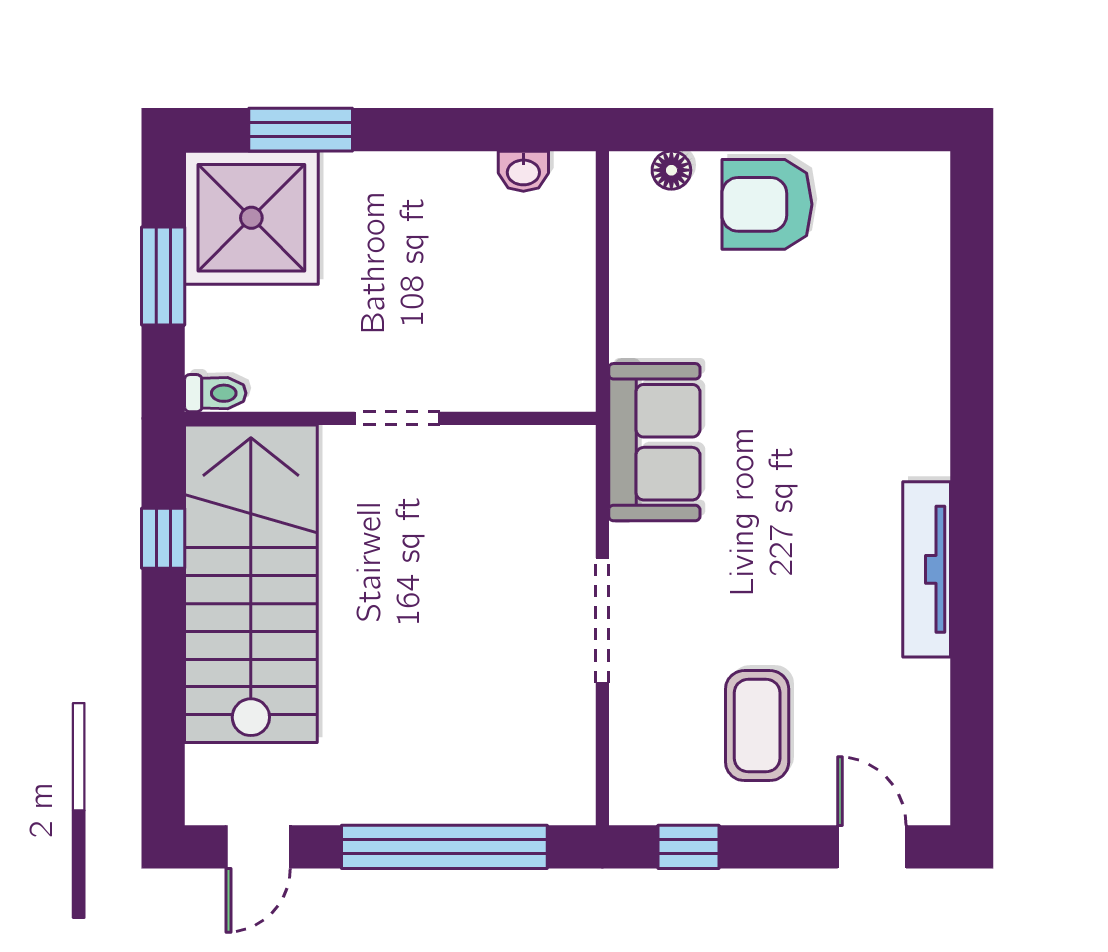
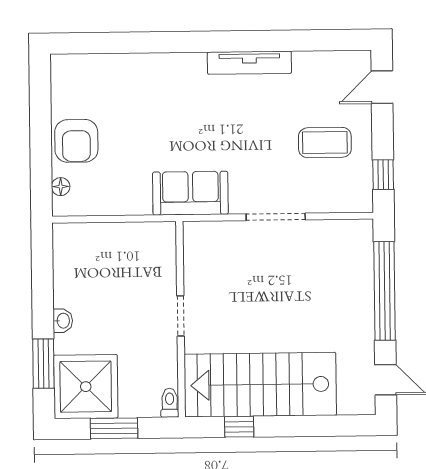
washbasin: (523, 171) -> (63, 321), moved

